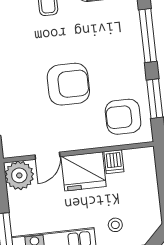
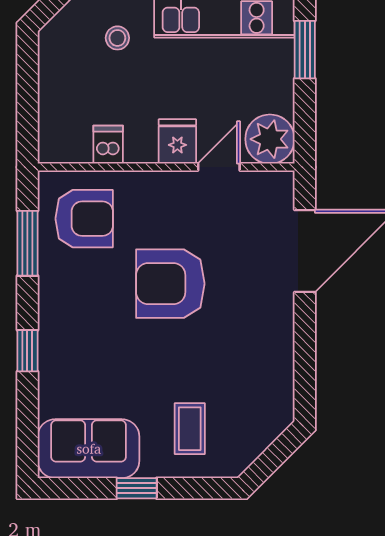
window: (148, 36) -> (27, 351), width x0.46
fridge: (84, 171) -> (177, 141), width x0.53, depth x0.75

